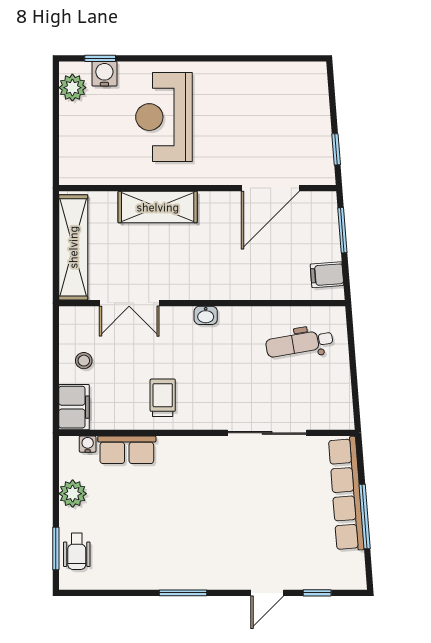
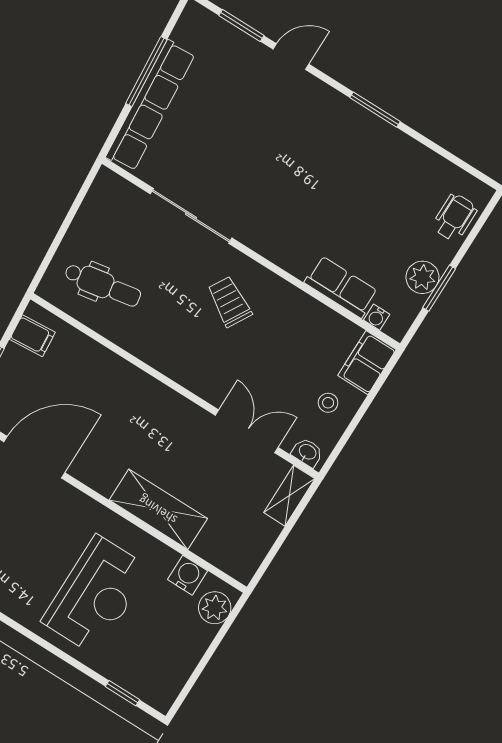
water cooler: (104, 74) -> (188, 575), moved, turned 180
plant: (72, 88) -> (215, 608), moved
shelving: (73, 247) -> (289, 496), width x0.45, depth x0.75
washbasin: (206, 315) -> (307, 452), moved
trolley: (163, 398) -> (229, 302), moved, turned 120
window: (56, 548) -> (439, 288), moved
window: (317, 593) -> (241, 25), width x1.50

